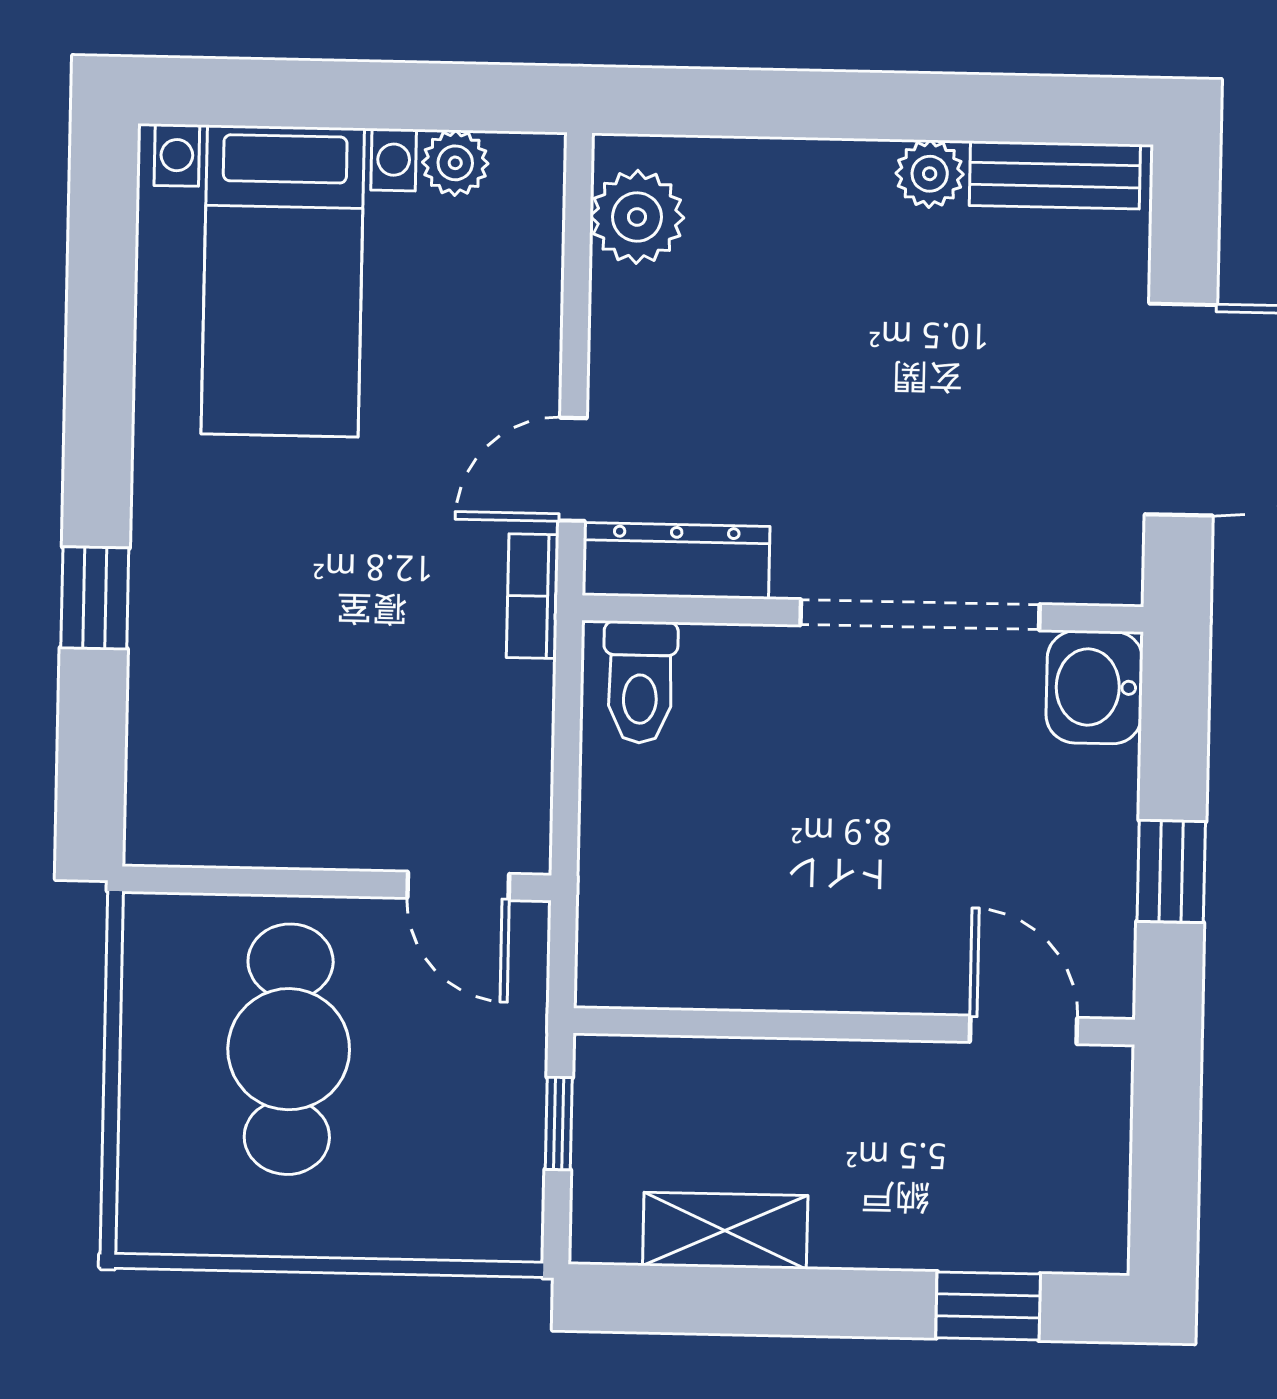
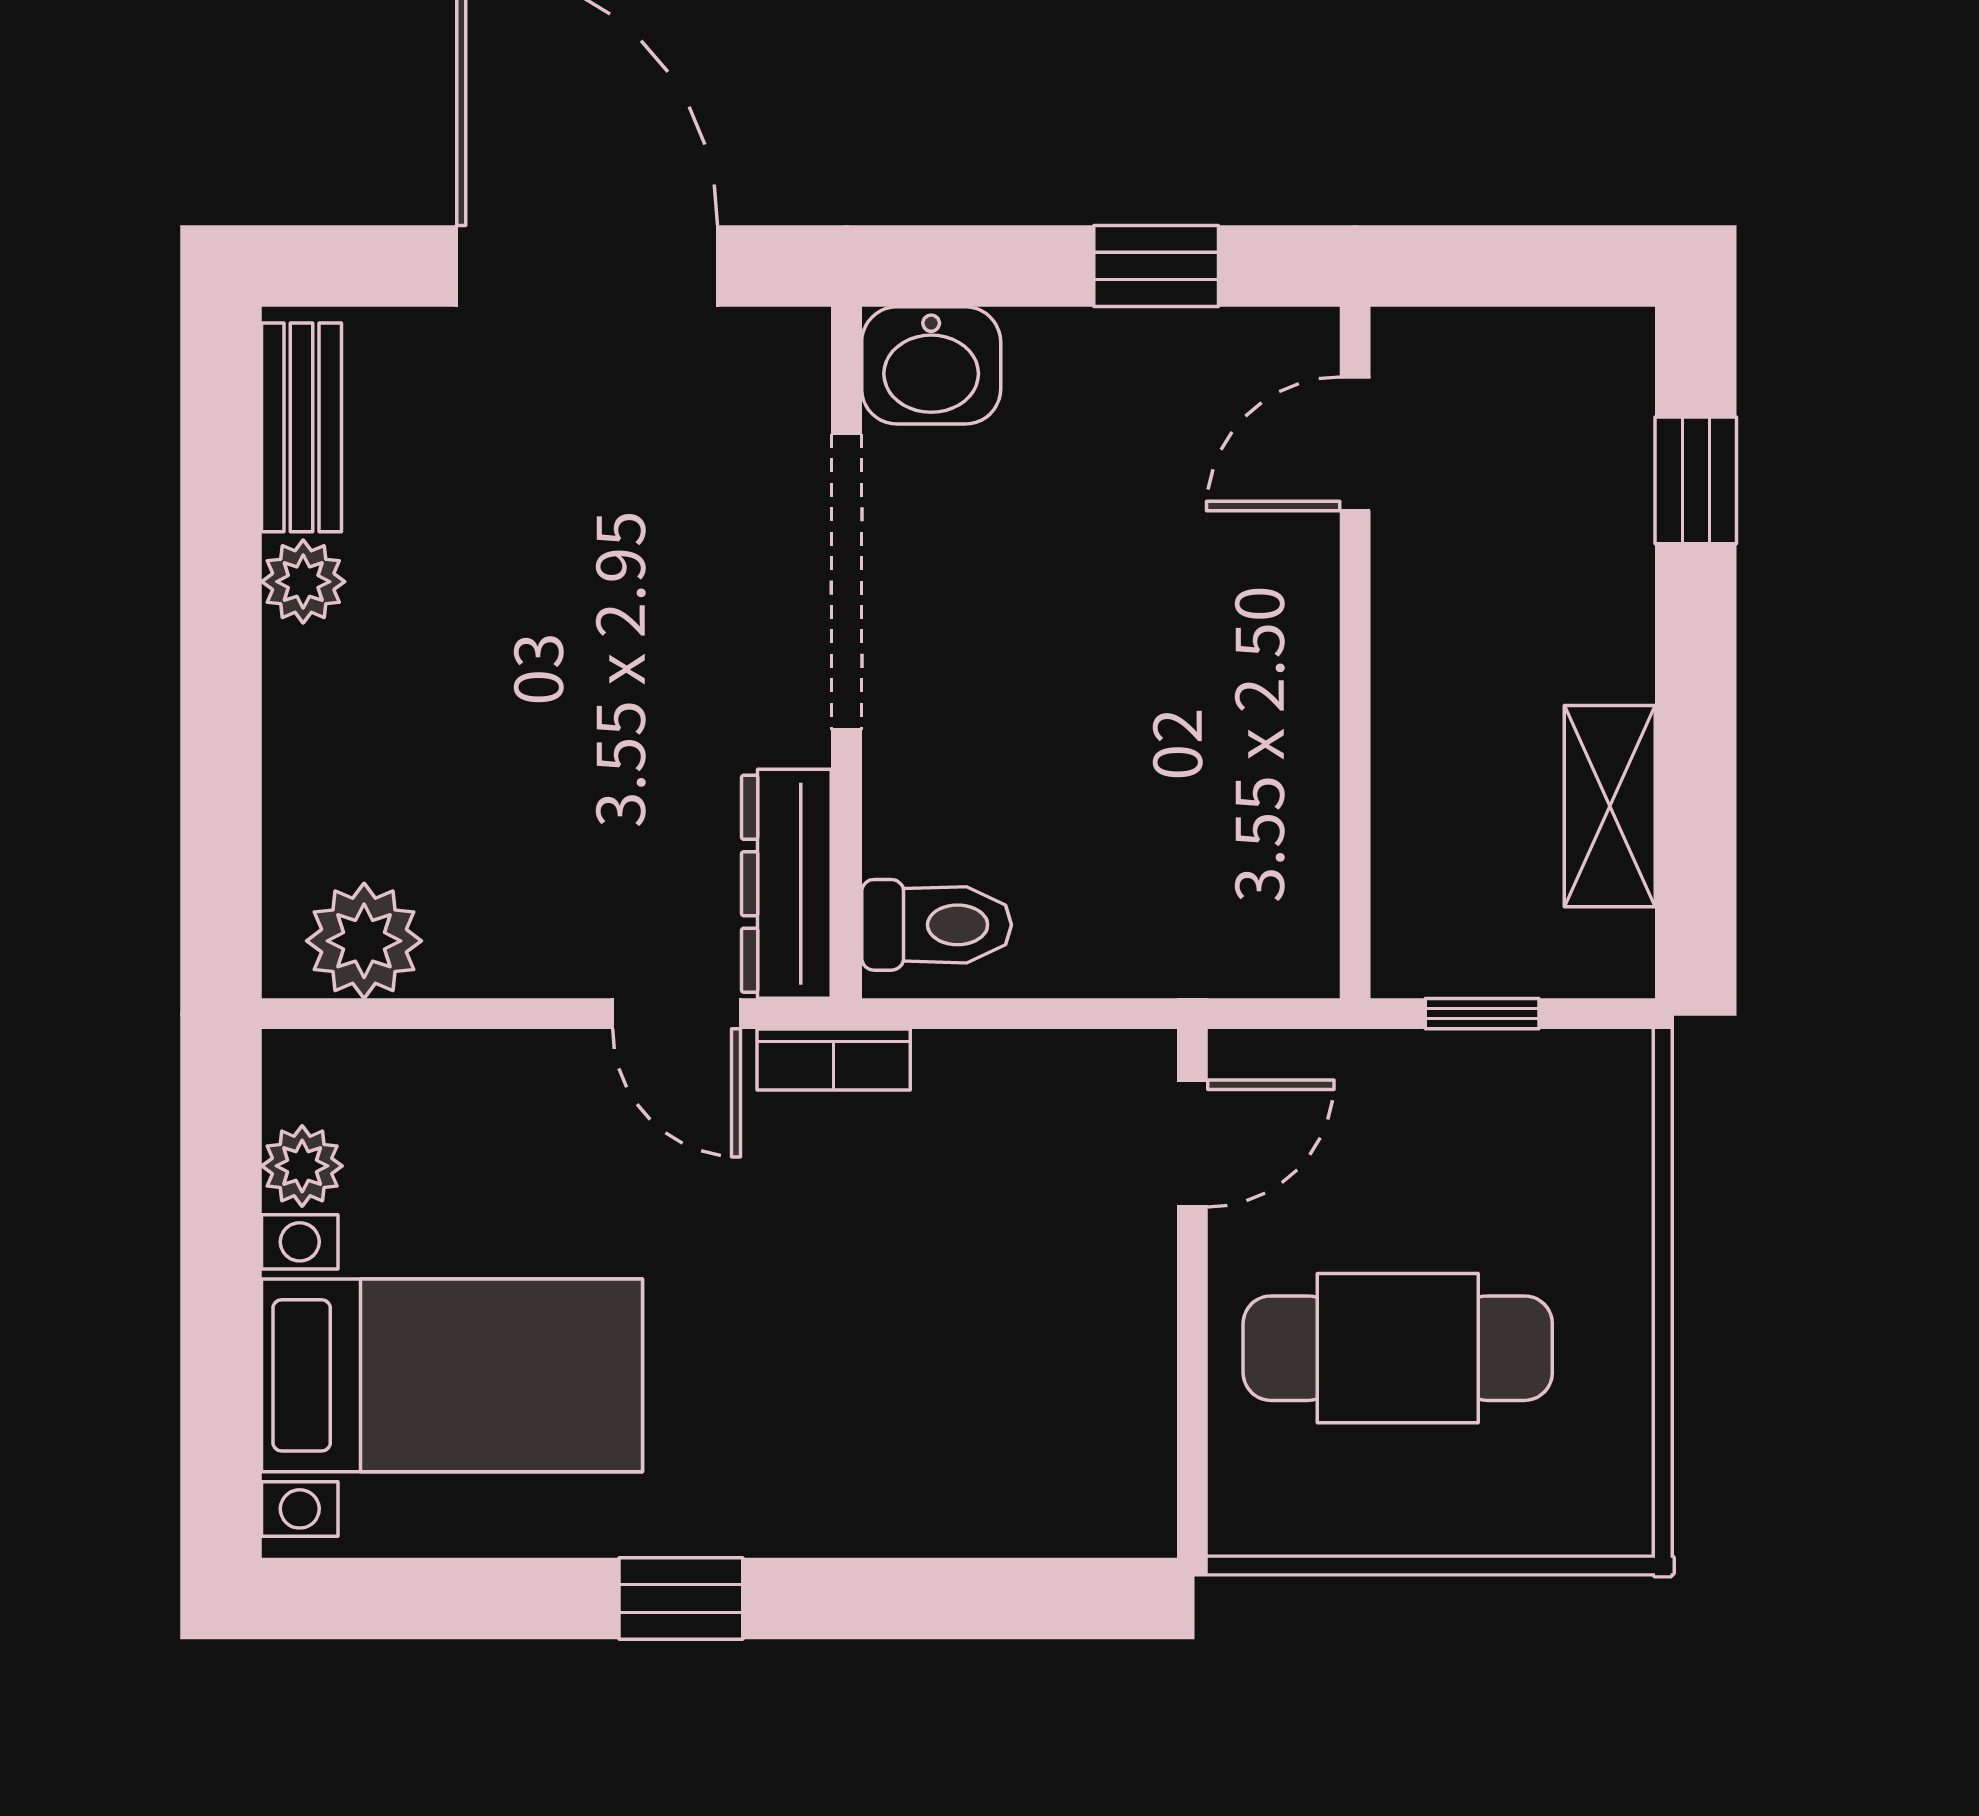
window: (95, 598) -> (681, 1599), moved

